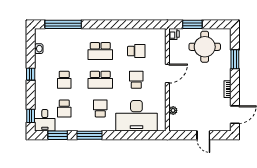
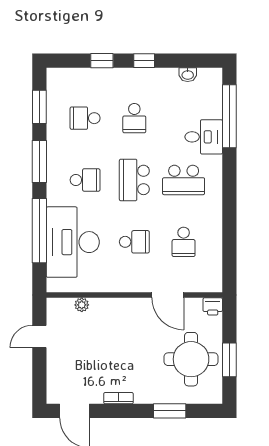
window: (192, 24) -> (229, 360), moved
school desk: (100, 51) -> (184, 180), turned -90
door: (167, 74) -> (168, 295), moved
school desk: (64, 80) -> (134, 118), turned -90
window: (31, 116) -> (102, 61), moved
desk: (45, 120) -> (204, 137), moved, turned 180
window: (130, 135) -> (39, 231), added
door: (203, 135) -> (39, 336), moved

